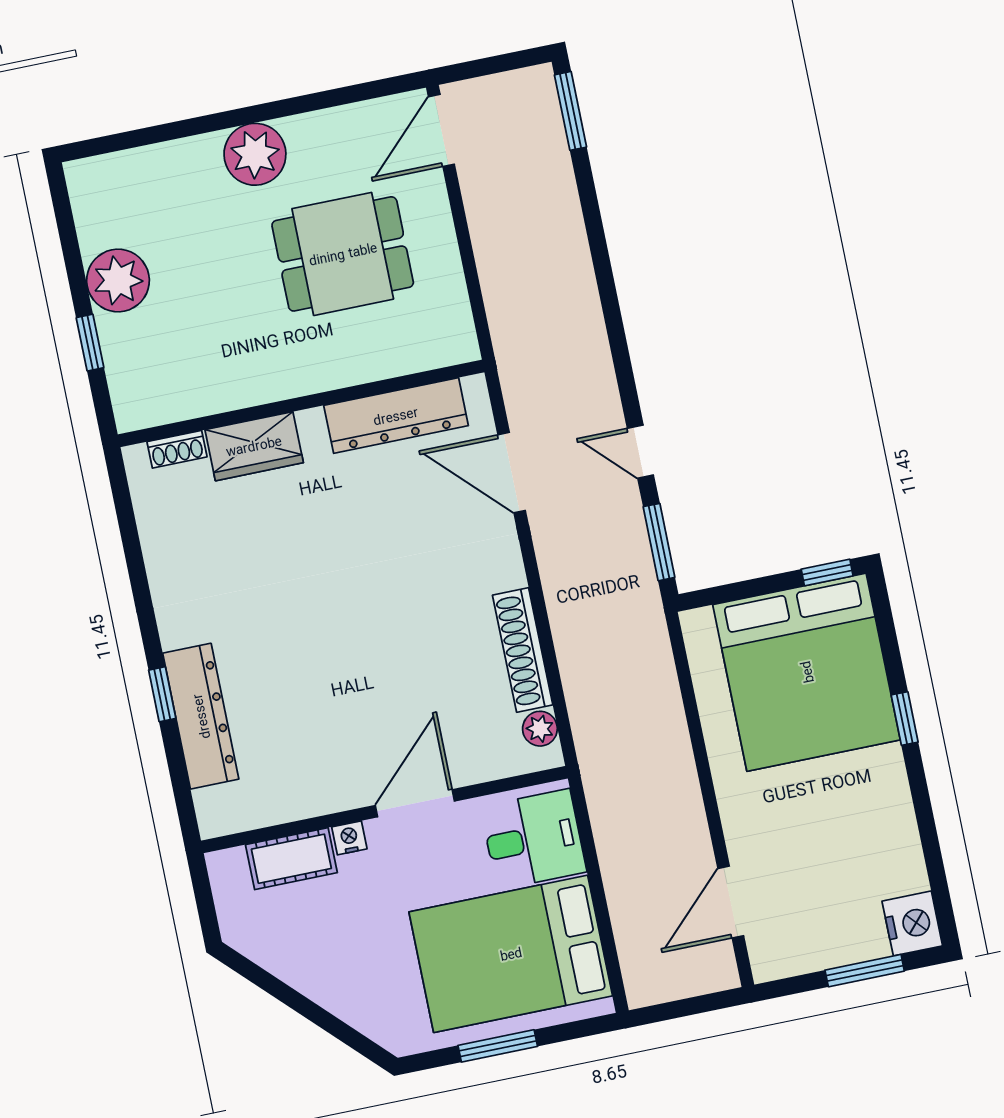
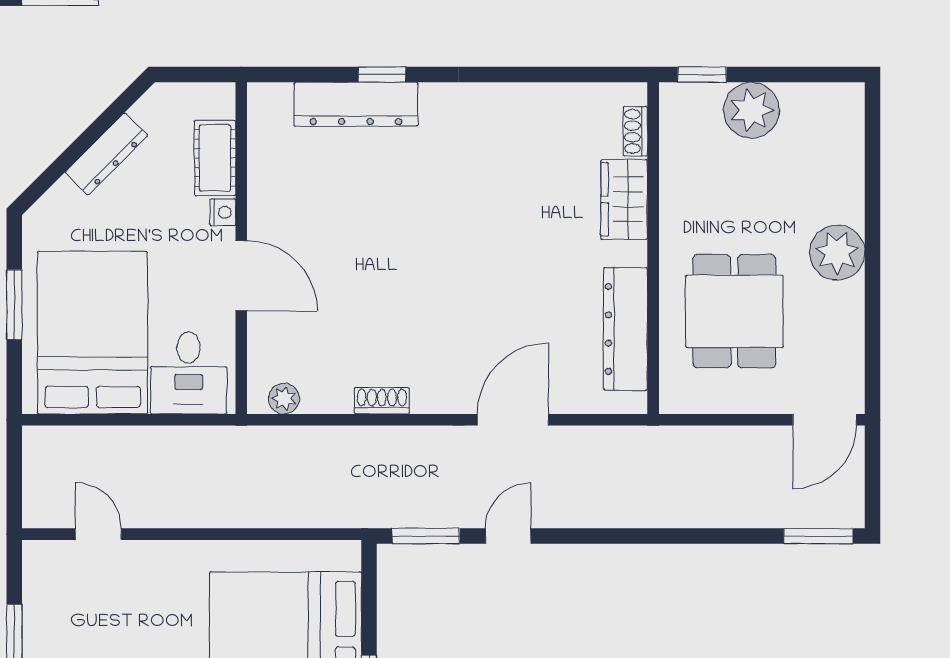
door: (441, 130) -> (825, 420), swing flipped
wall: (301, 403) -> (653, 248), moved
dresser: (396, 416) -> (625, 329), moved
wardrobe: (254, 446) -> (624, 199), moved
shoe rack: (177, 449) -> (635, 131), moved
shoe rack: (523, 650) -> (382, 401), width x0.51, depth x0.81
door: (731, 902) -> (98, 534), width x0.73
dresser: (312, 979) -> (106, 154), added

